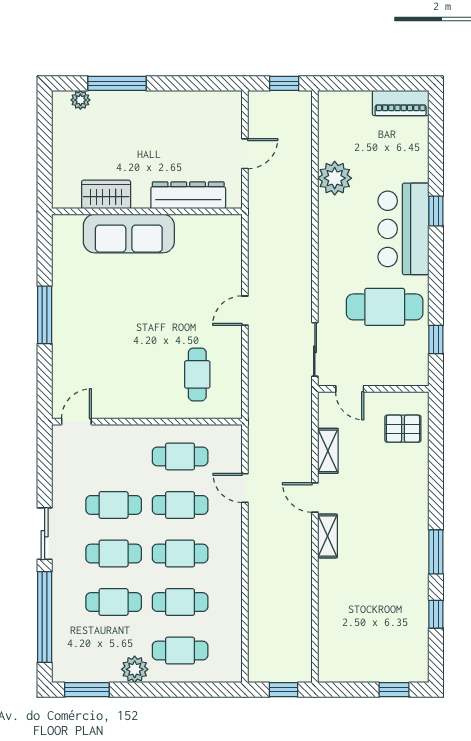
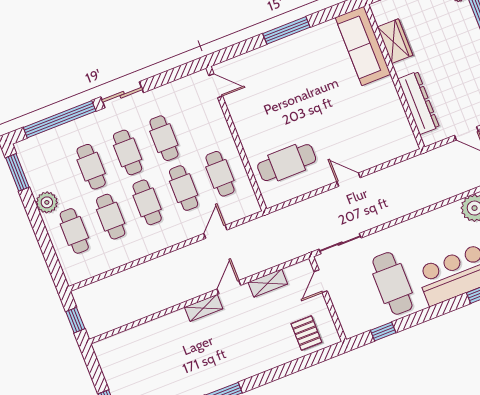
sofa: (129, 234) -> (363, 46), moved
cafe table: (197, 374) -> (287, 163), width x1.37, depth x1.35

